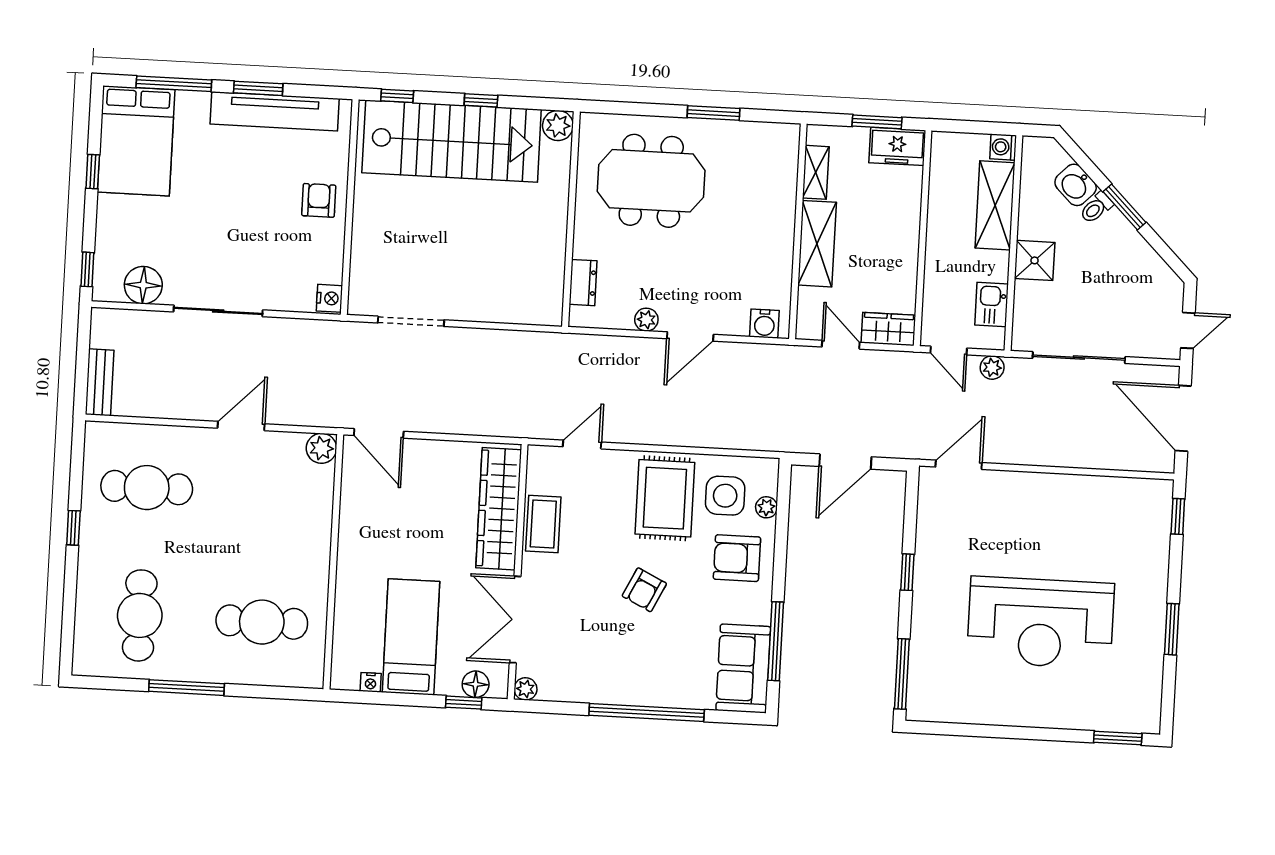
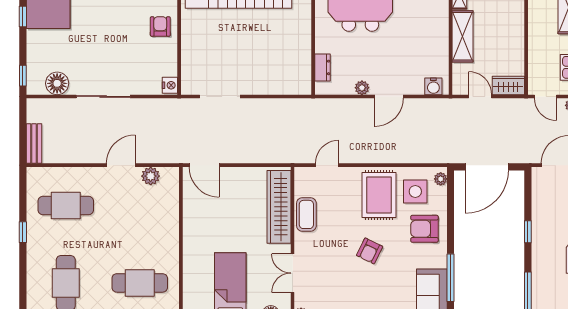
plant: (321, 448) -> (151, 176), moved
door: (845, 462) -> (487, 167), width x1.36
plant: (766, 507) -> (441, 179), moved
double door: (515, 620) -> (293, 273), width x0.73

